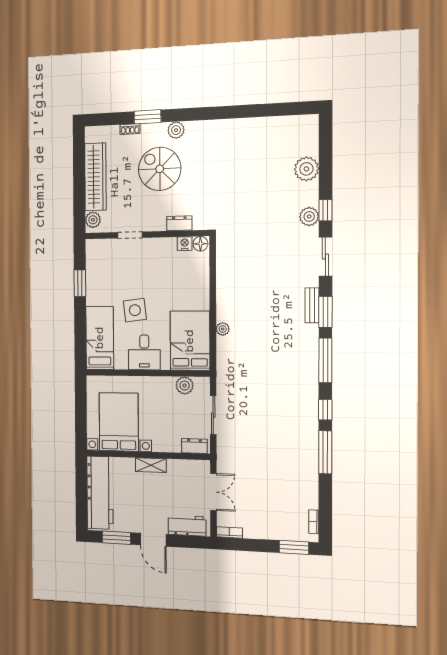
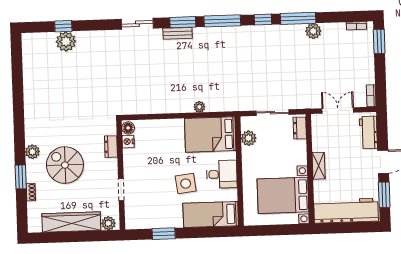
spiral stairs: (160, 169) -> (65, 165), turned 90
window: (325, 210) -> (63, 26), moved
plant: (309, 217) -> (313, 31), moved

